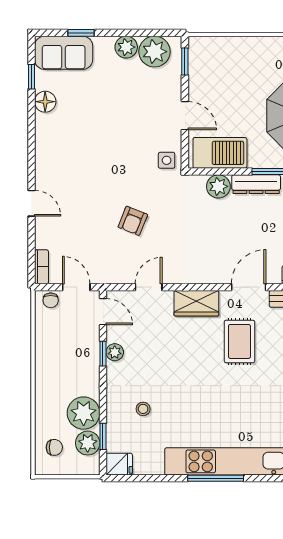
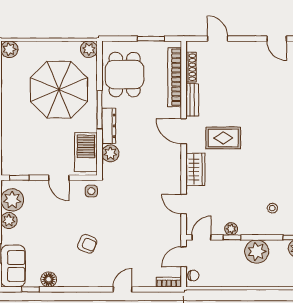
door: (185, 116) -> (59, 178), swing flipped
armchair: (133, 221) -> (87, 244), moved
plant: (84, 413) -> (257, 252), moved

